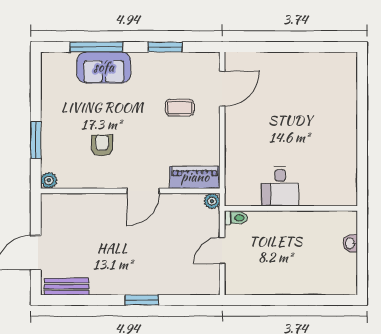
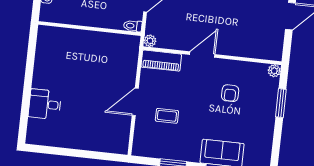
door: (222, 89) -> (135, 102), moved
desk: (280, 186) -> (45, 104), moved, turned -90

